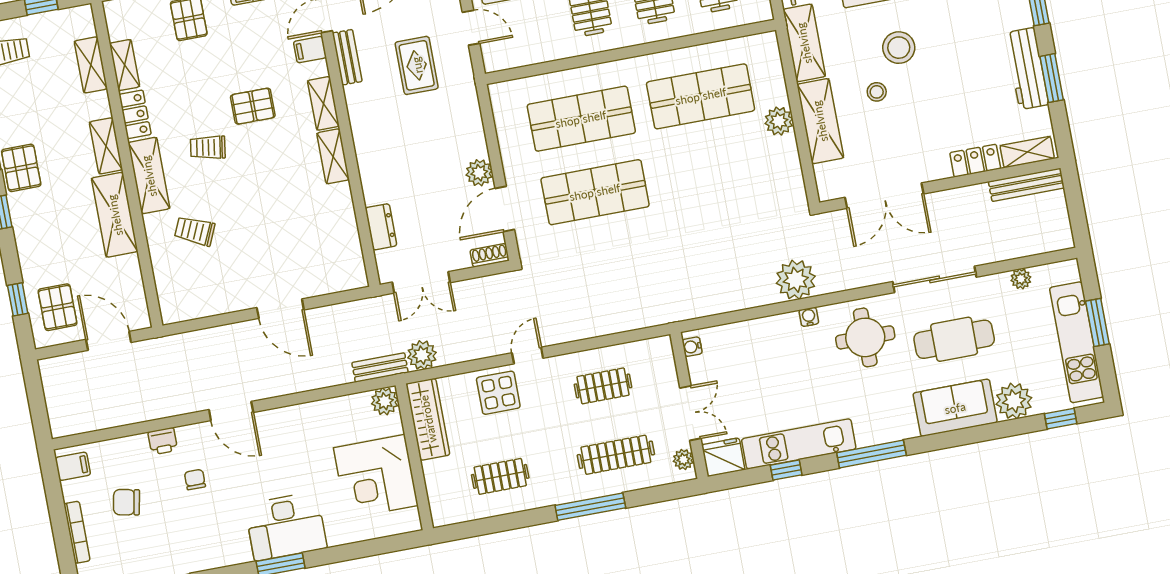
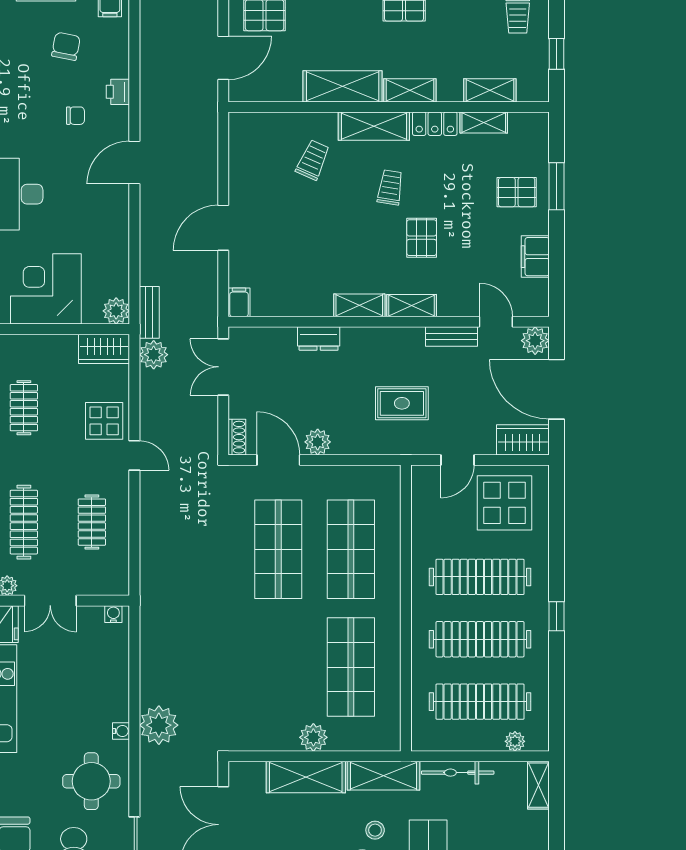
filing cabinet: (310, 50) -> (239, 302), moved
rug: (417, 65) -> (402, 403), moved
stool: (877, 92) -> (375, 830), moved
dresser: (381, 227) -> (319, 339), moved
wardrobe: (428, 419) -> (104, 349), width x0.67

